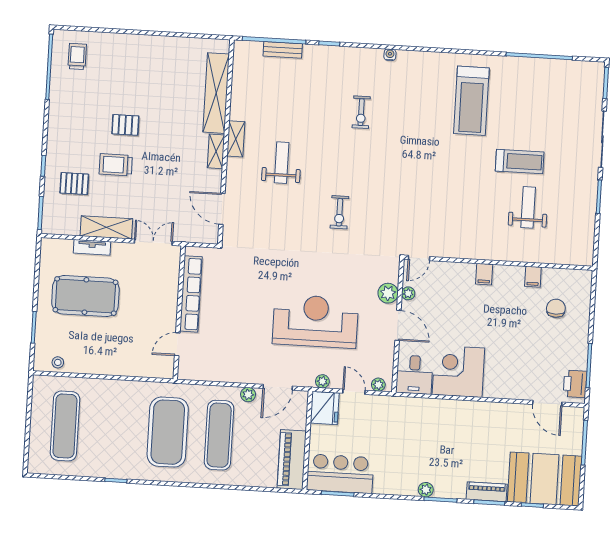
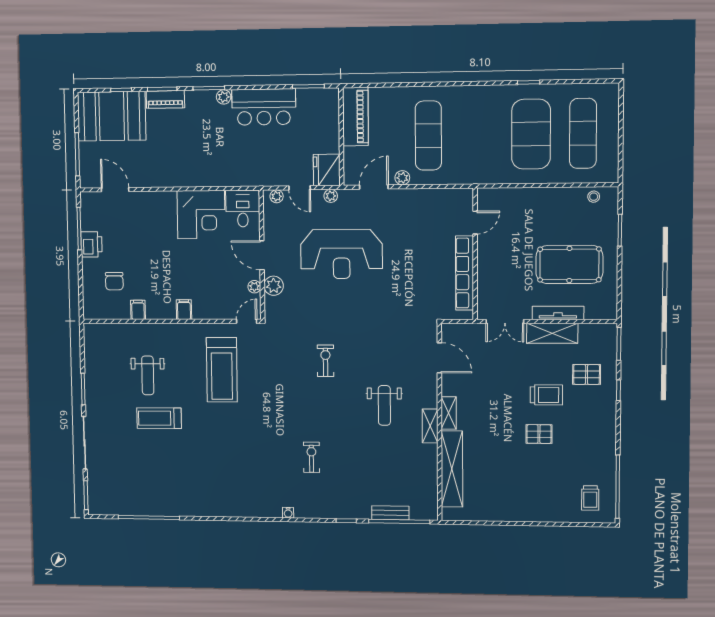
treadmill: (471, 101) -> (222, 370), moved, turned 180
tv unit: (92, 247) -> (558, 313), width x1.41
printer: (575, 384) -> (91, 244), moved
exercise mat: (168, 432) -> (531, 134), moved
bar counter: (340, 474) -> (264, 107), moved

